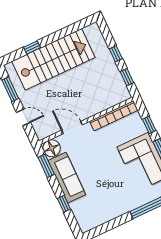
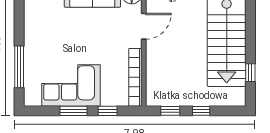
window: (32, 47) -> (250, 73), moved

